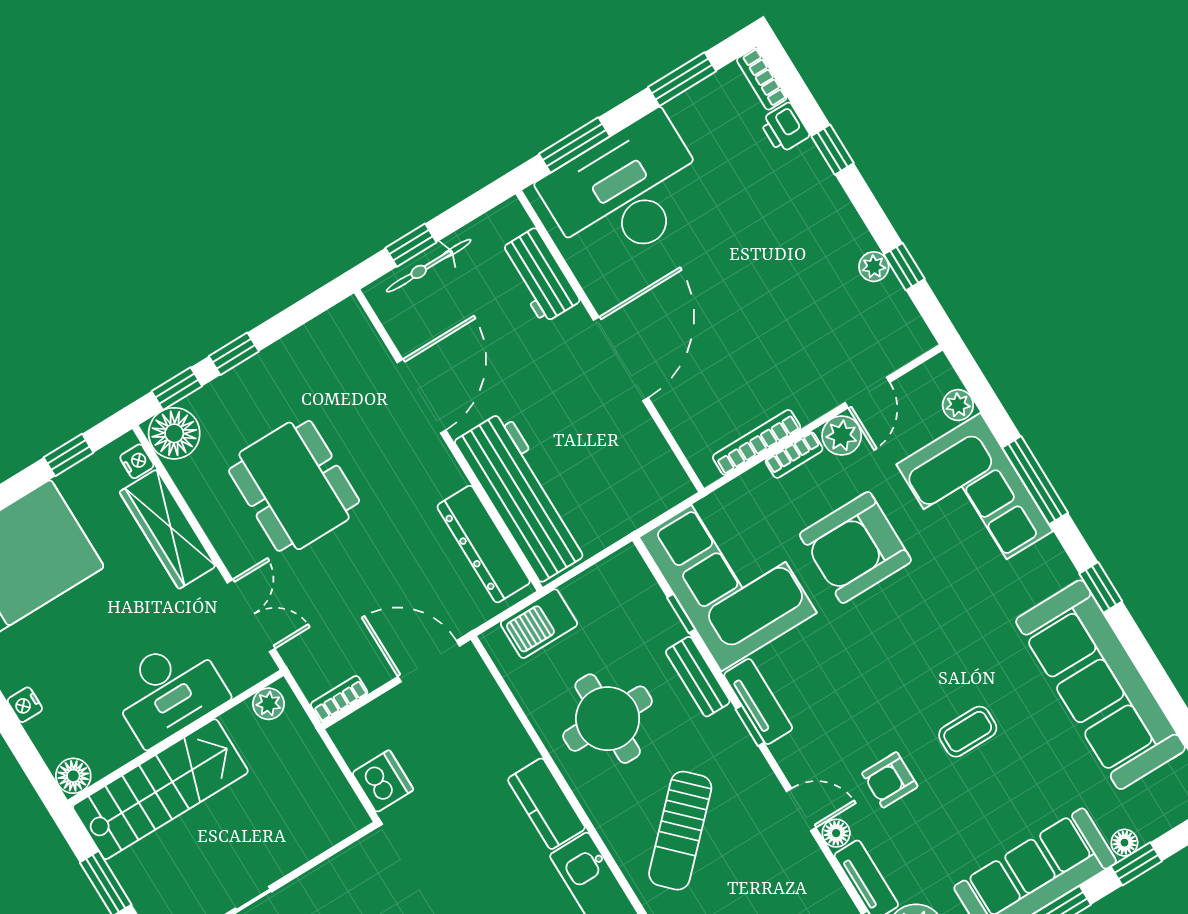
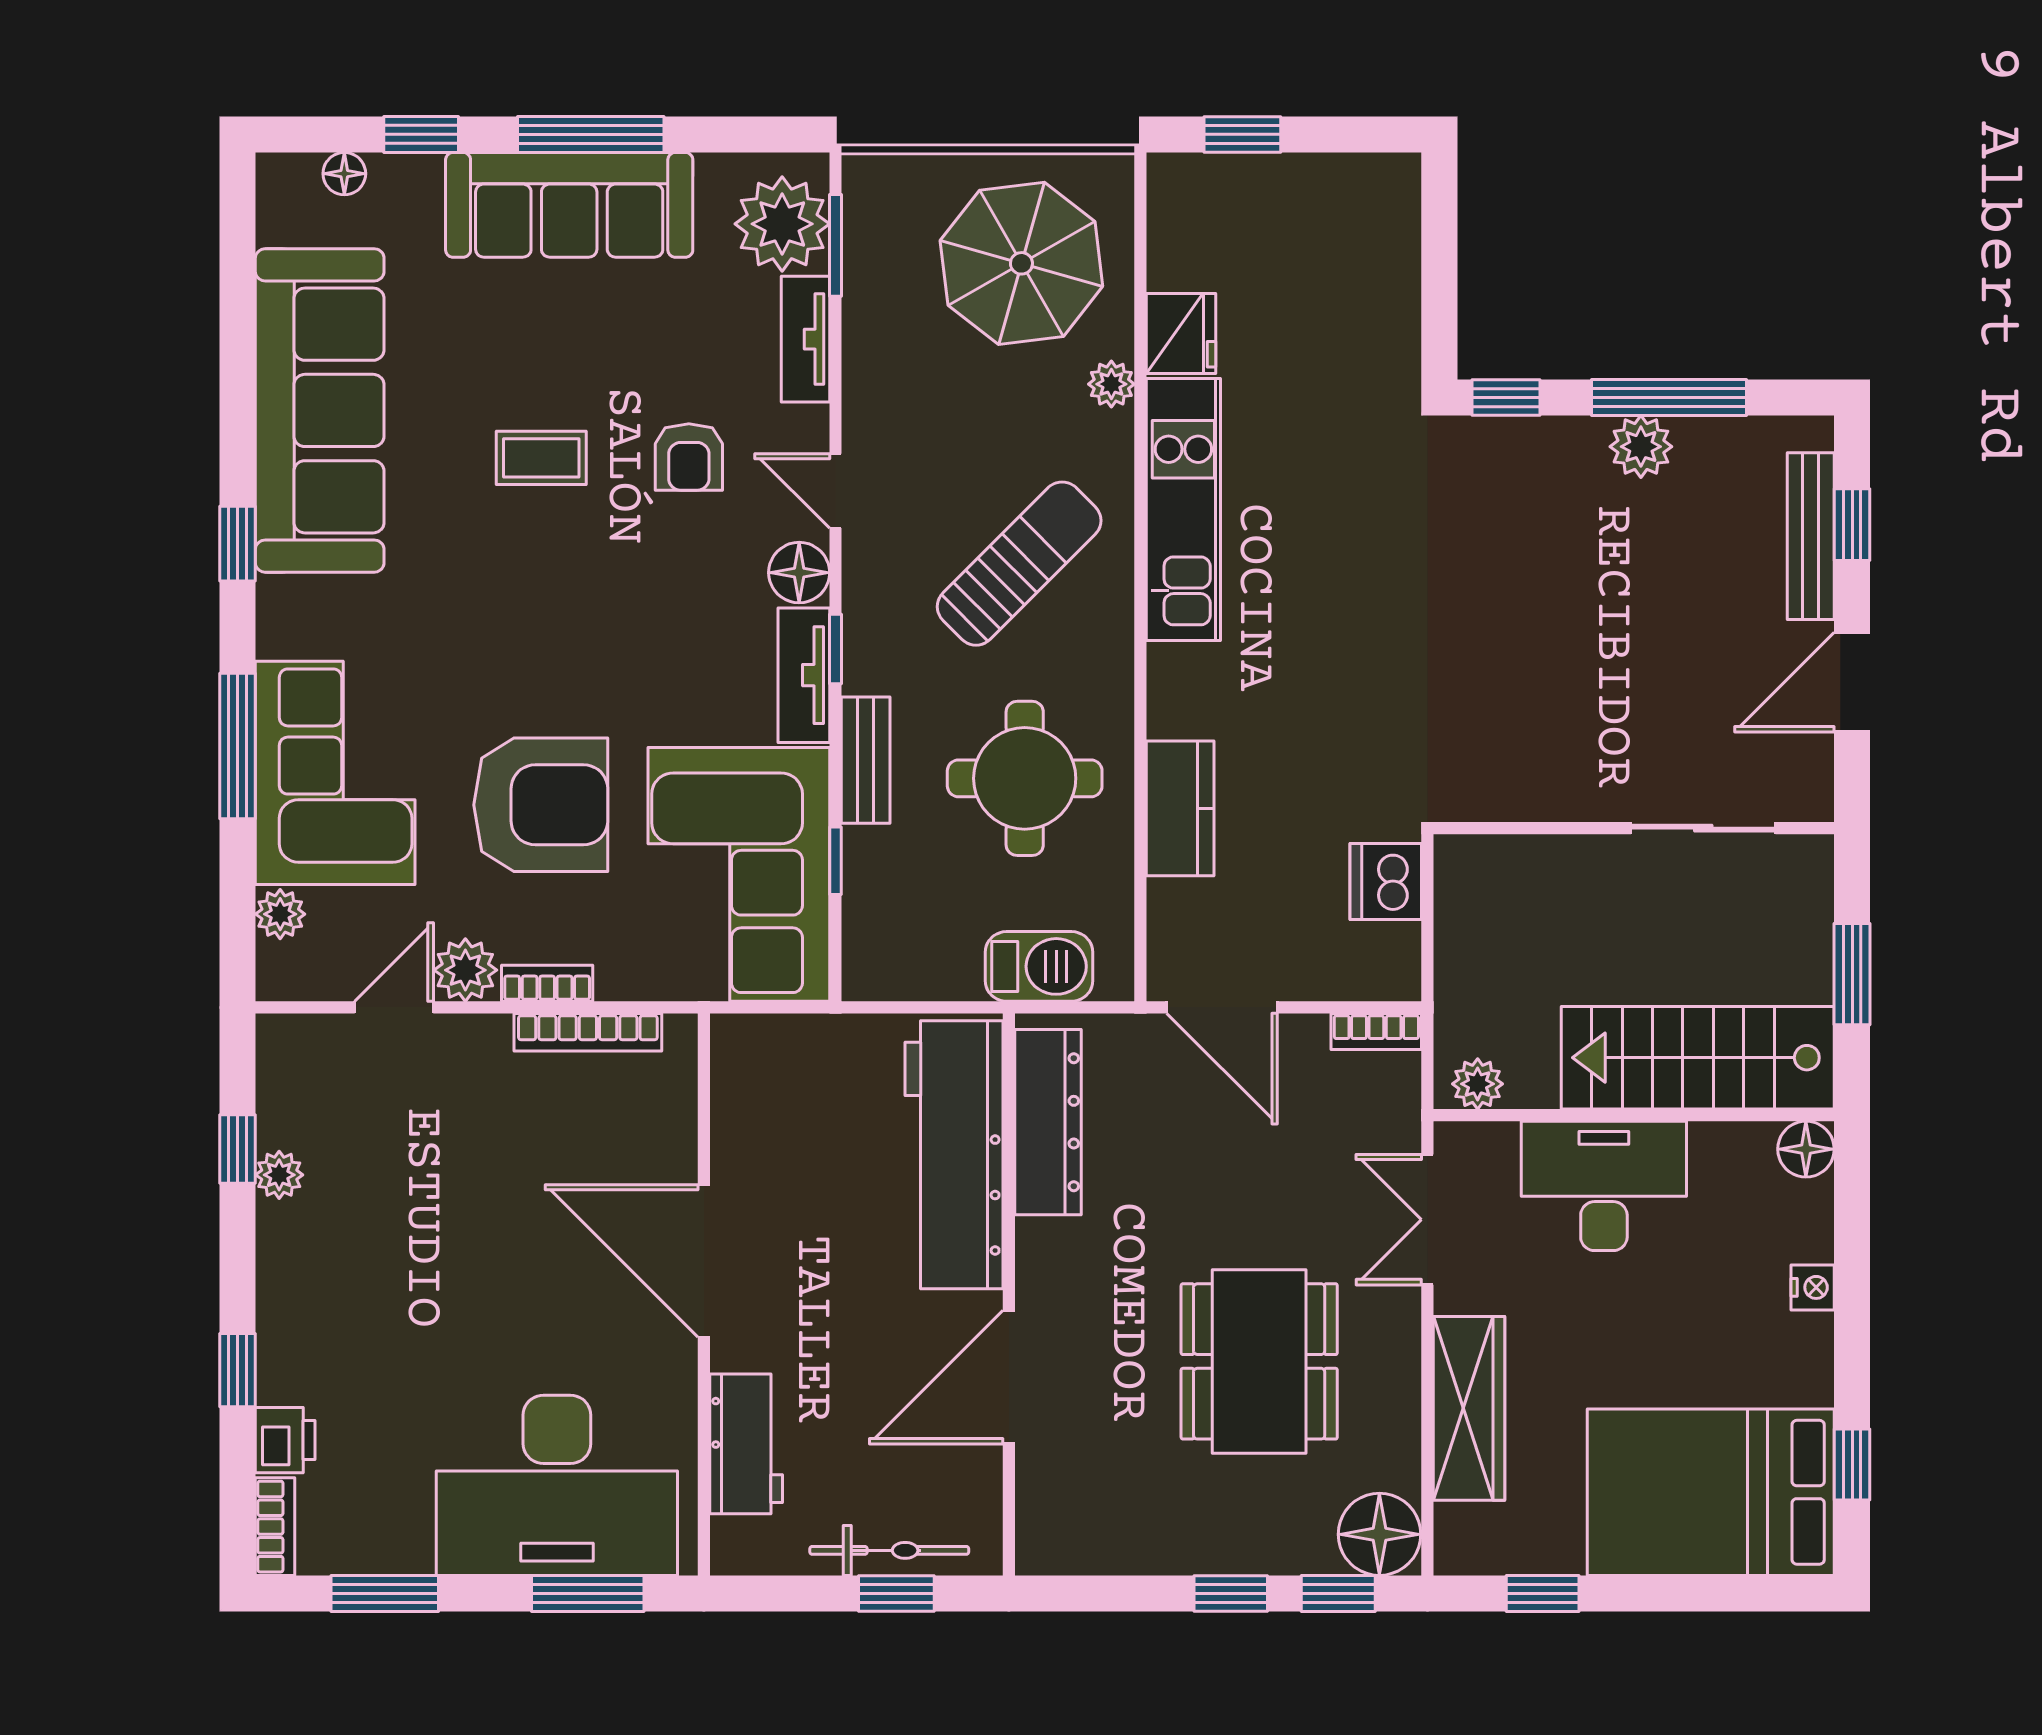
door: (621, 359) -> (704, 1261), hinge flipped
nightstand: (137, 461) -> (1454, 1527), removed
armchair: (890, 780) -> (689, 457), turned 90
kitchen counter: (546, 804) -> (1180, 808), moved
floor lamp: (836, 833) -> (799, 573), moved, width x1.37, depth x1.37
floor lamp: (1124, 843) -> (344, 174), moved

